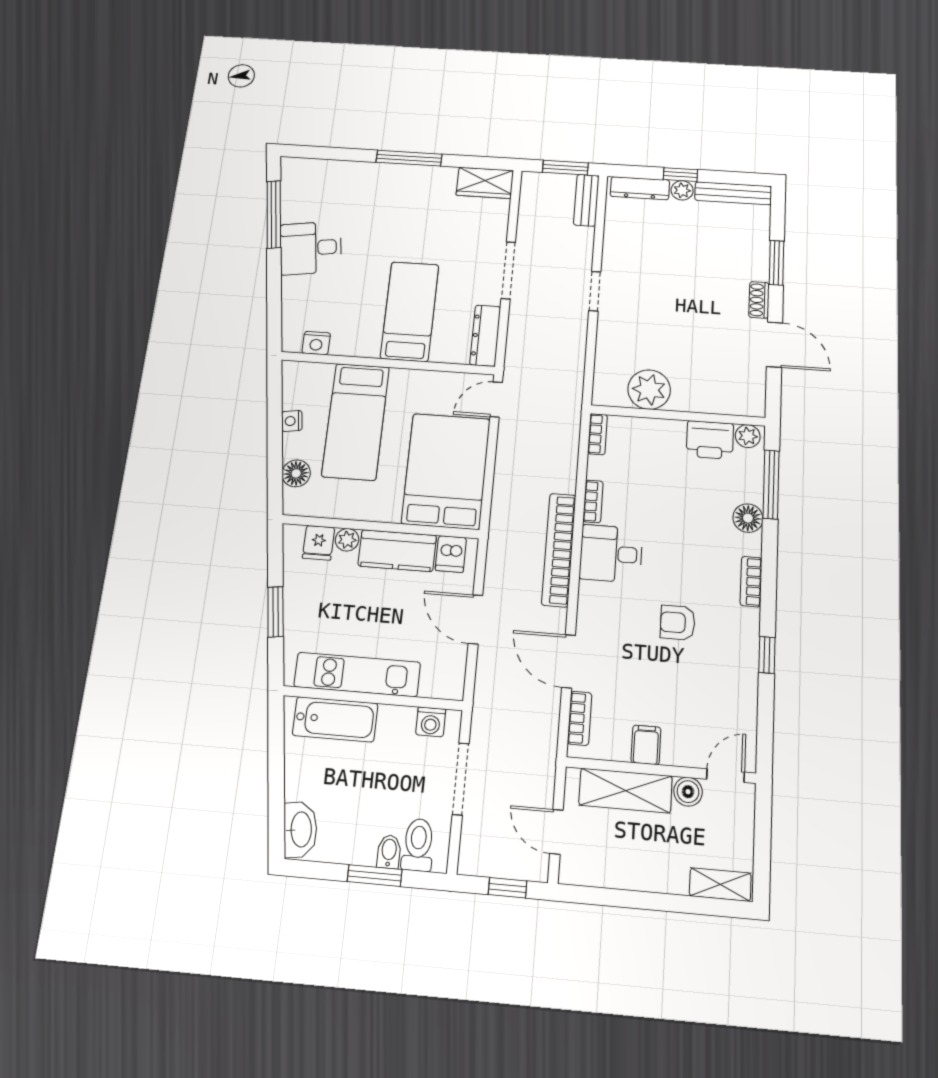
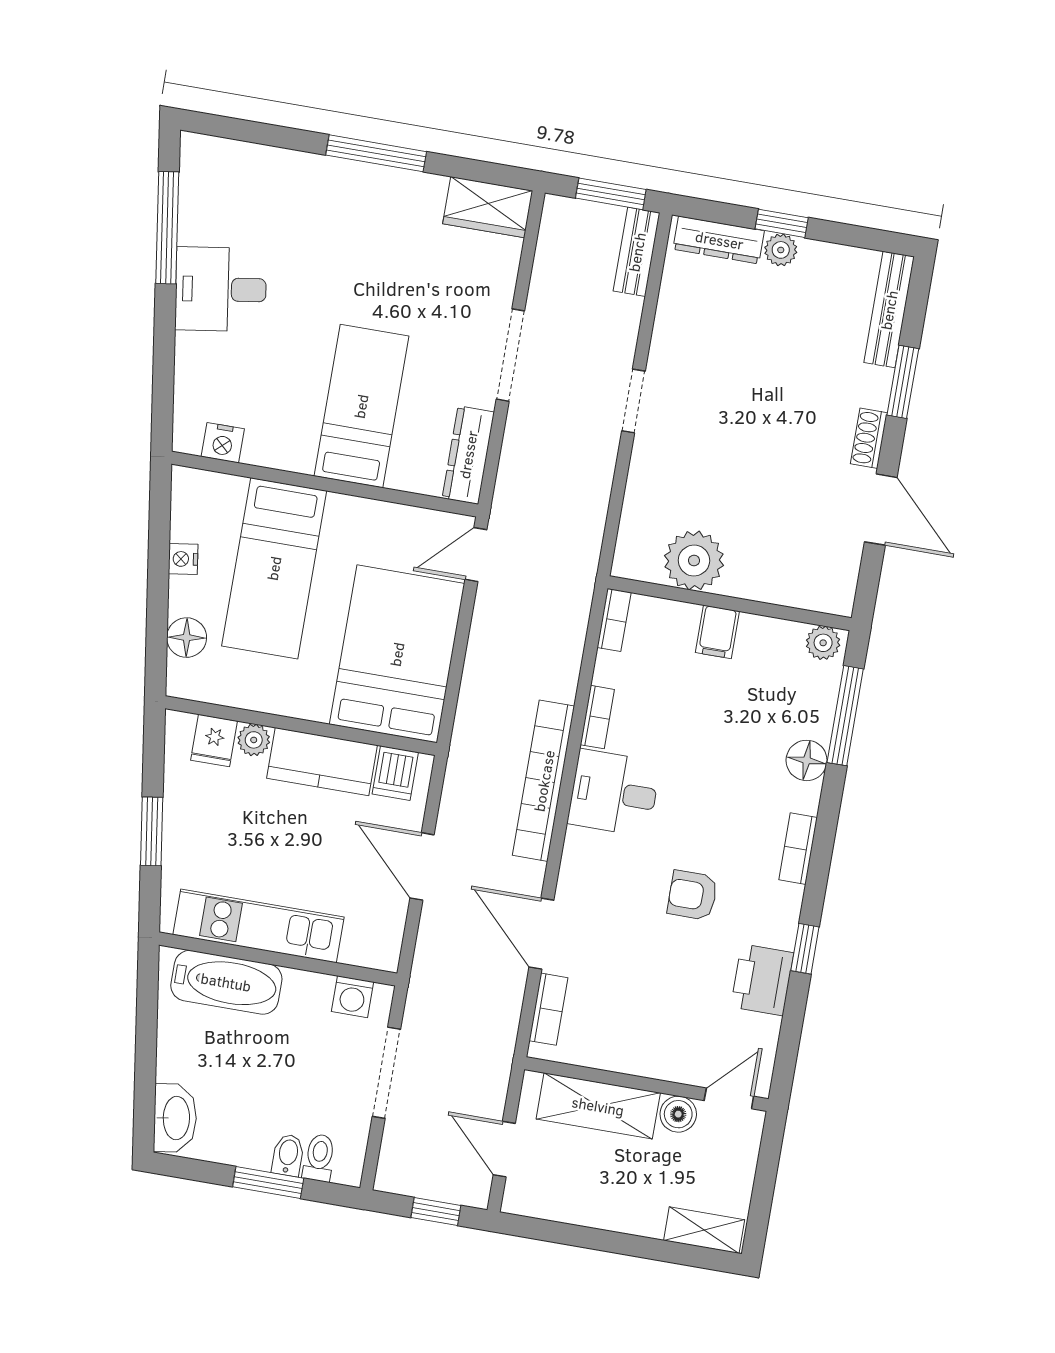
bench: (733, 193) -> (889, 310), moved, turned 90
printer: (710, 440) -> (762, 980), moved, turned 90
filing cabinet: (646, 745) -> (717, 632), moved, turned 180
toilet: (418, 845) -> (319, 1158), width x0.73, depth x0.72

